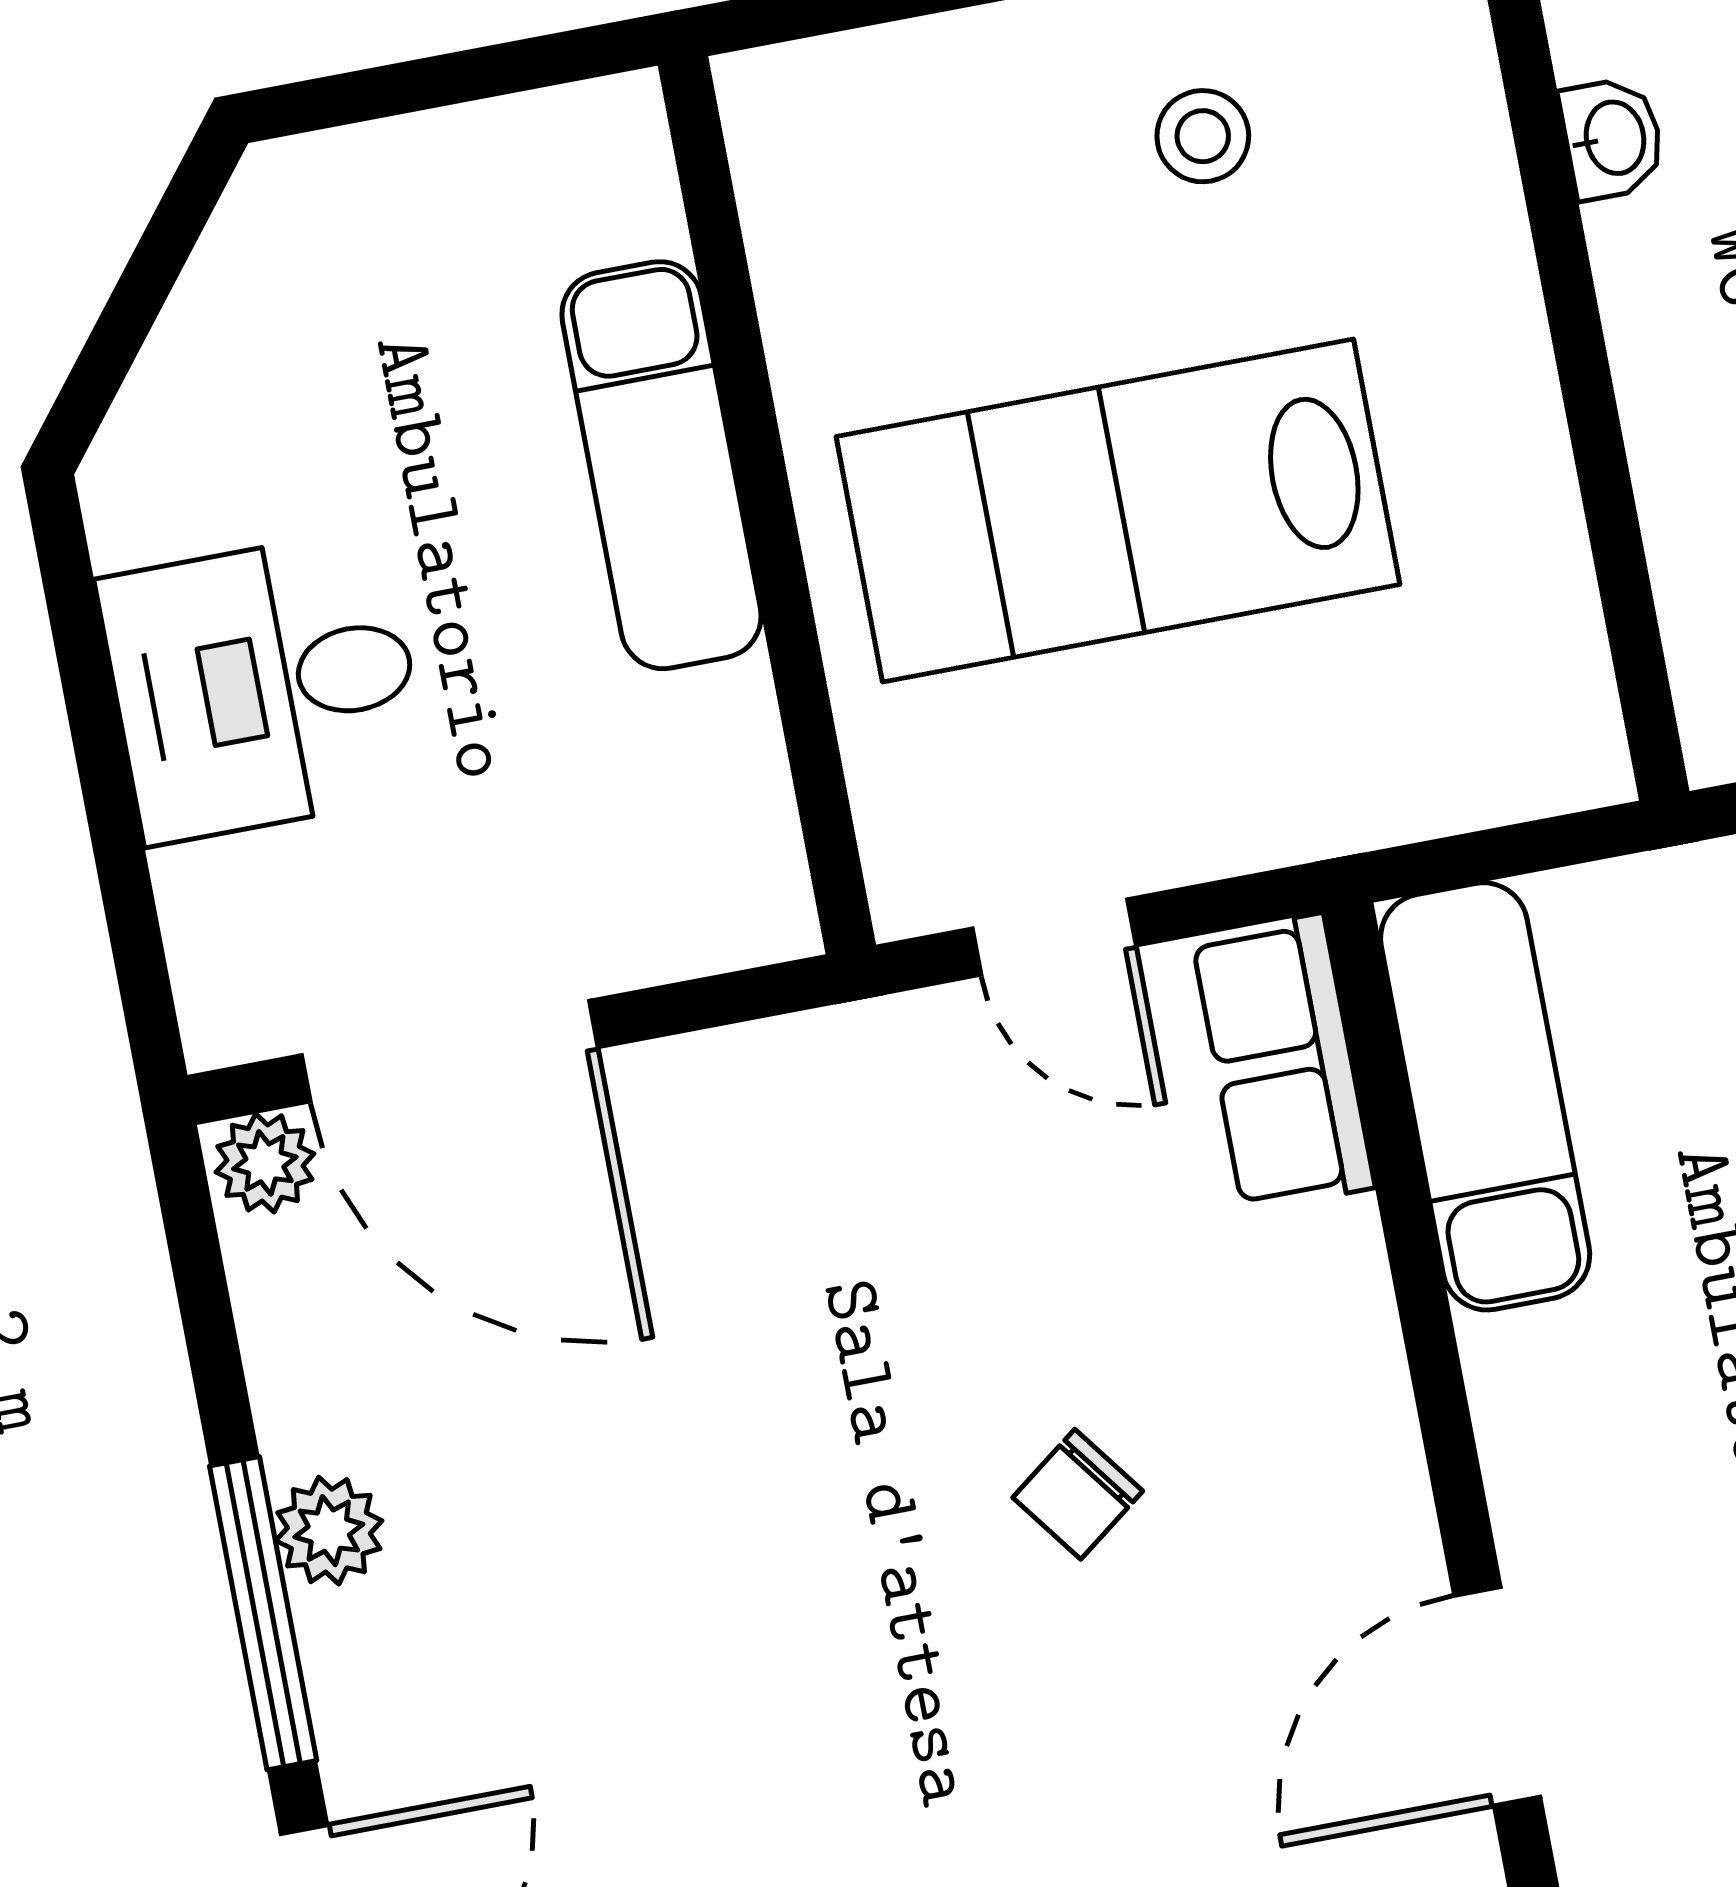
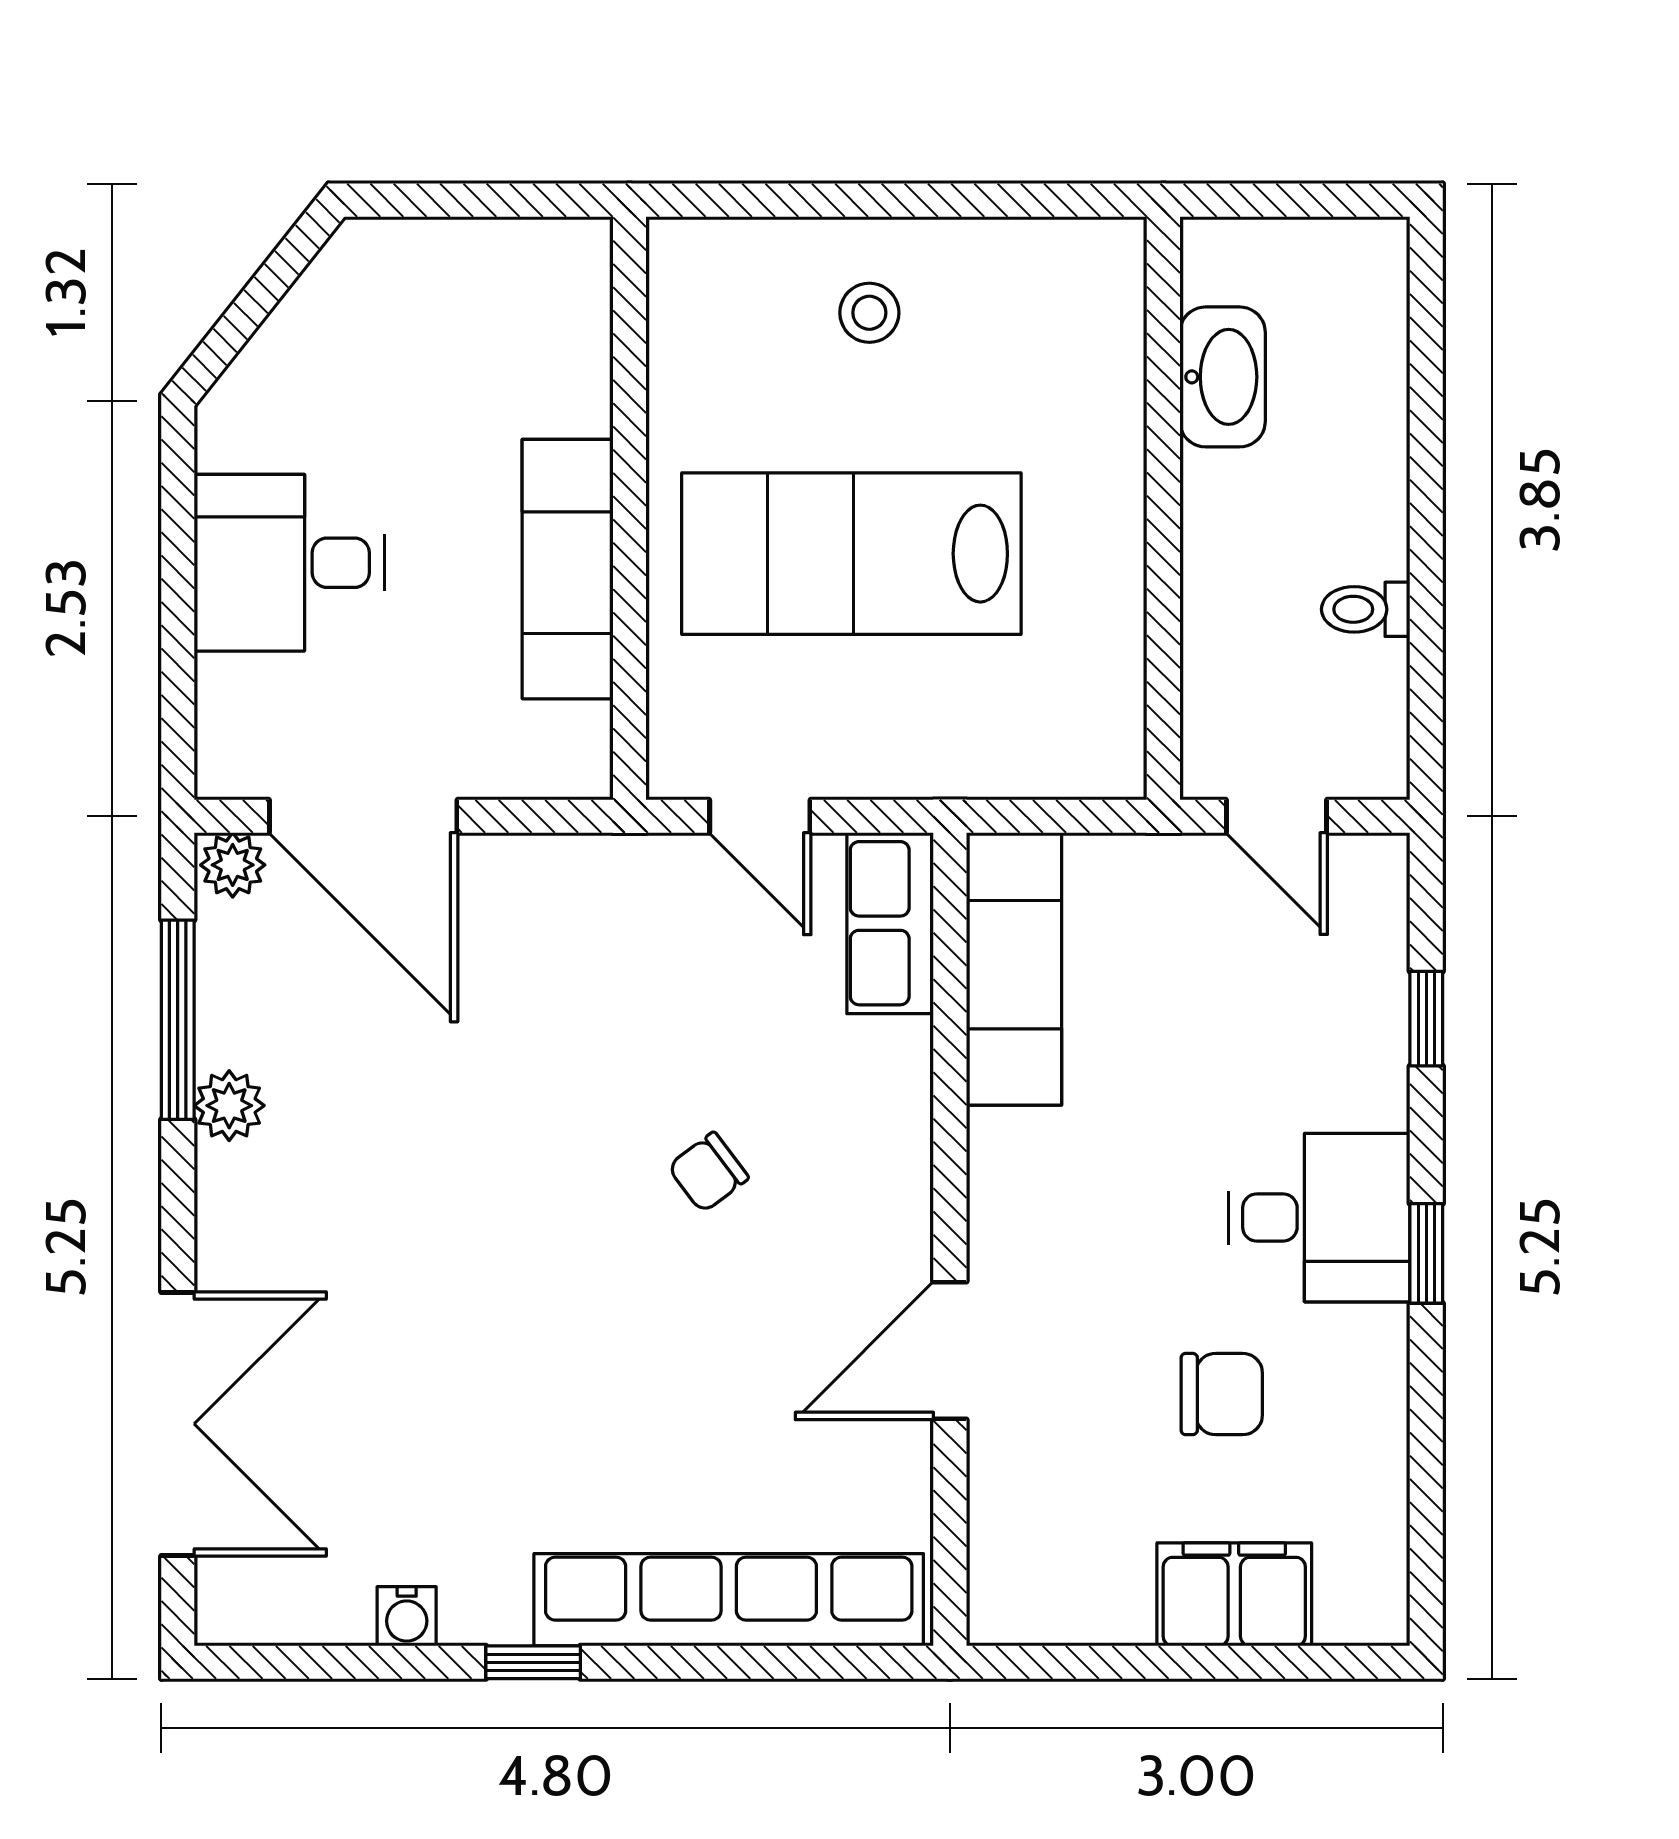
stool: (1203, 136) -> (869, 313), moved
washbasin: (1612, 138) -> (1223, 377), width x1.91, depth x1.45
exam couch: (661, 465) -> (568, 569), moved
window: (263, 1613) -> (178, 1020), moved

